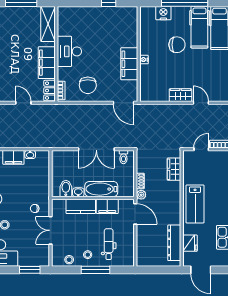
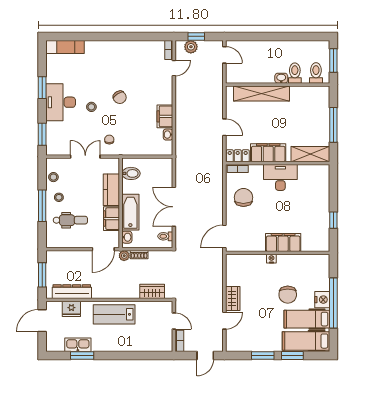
nightstand: (163, 13) -> (322, 300), moved
filing cabinet: (129, 64) -> (283, 243), moved
chair: (88, 85) -> (243, 197), turned 90
door: (23, 103) -> (224, 127), hinge flipped
washbasin: (78, 192) -> (127, 237), moved
window: (159, 270) -> (42, 275), added

